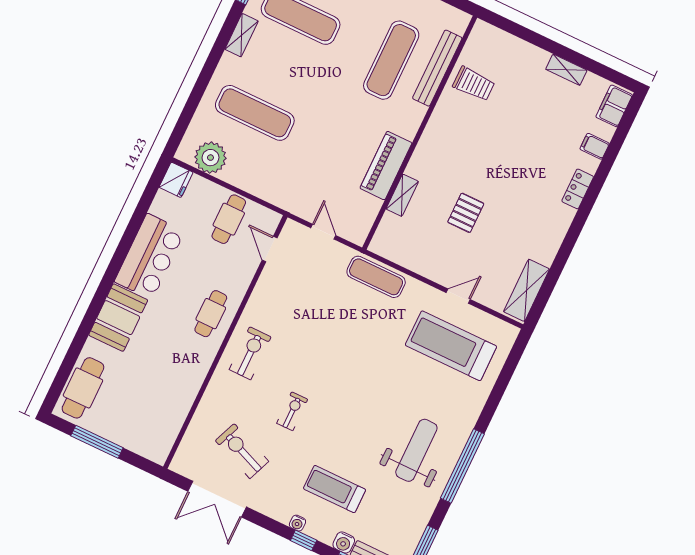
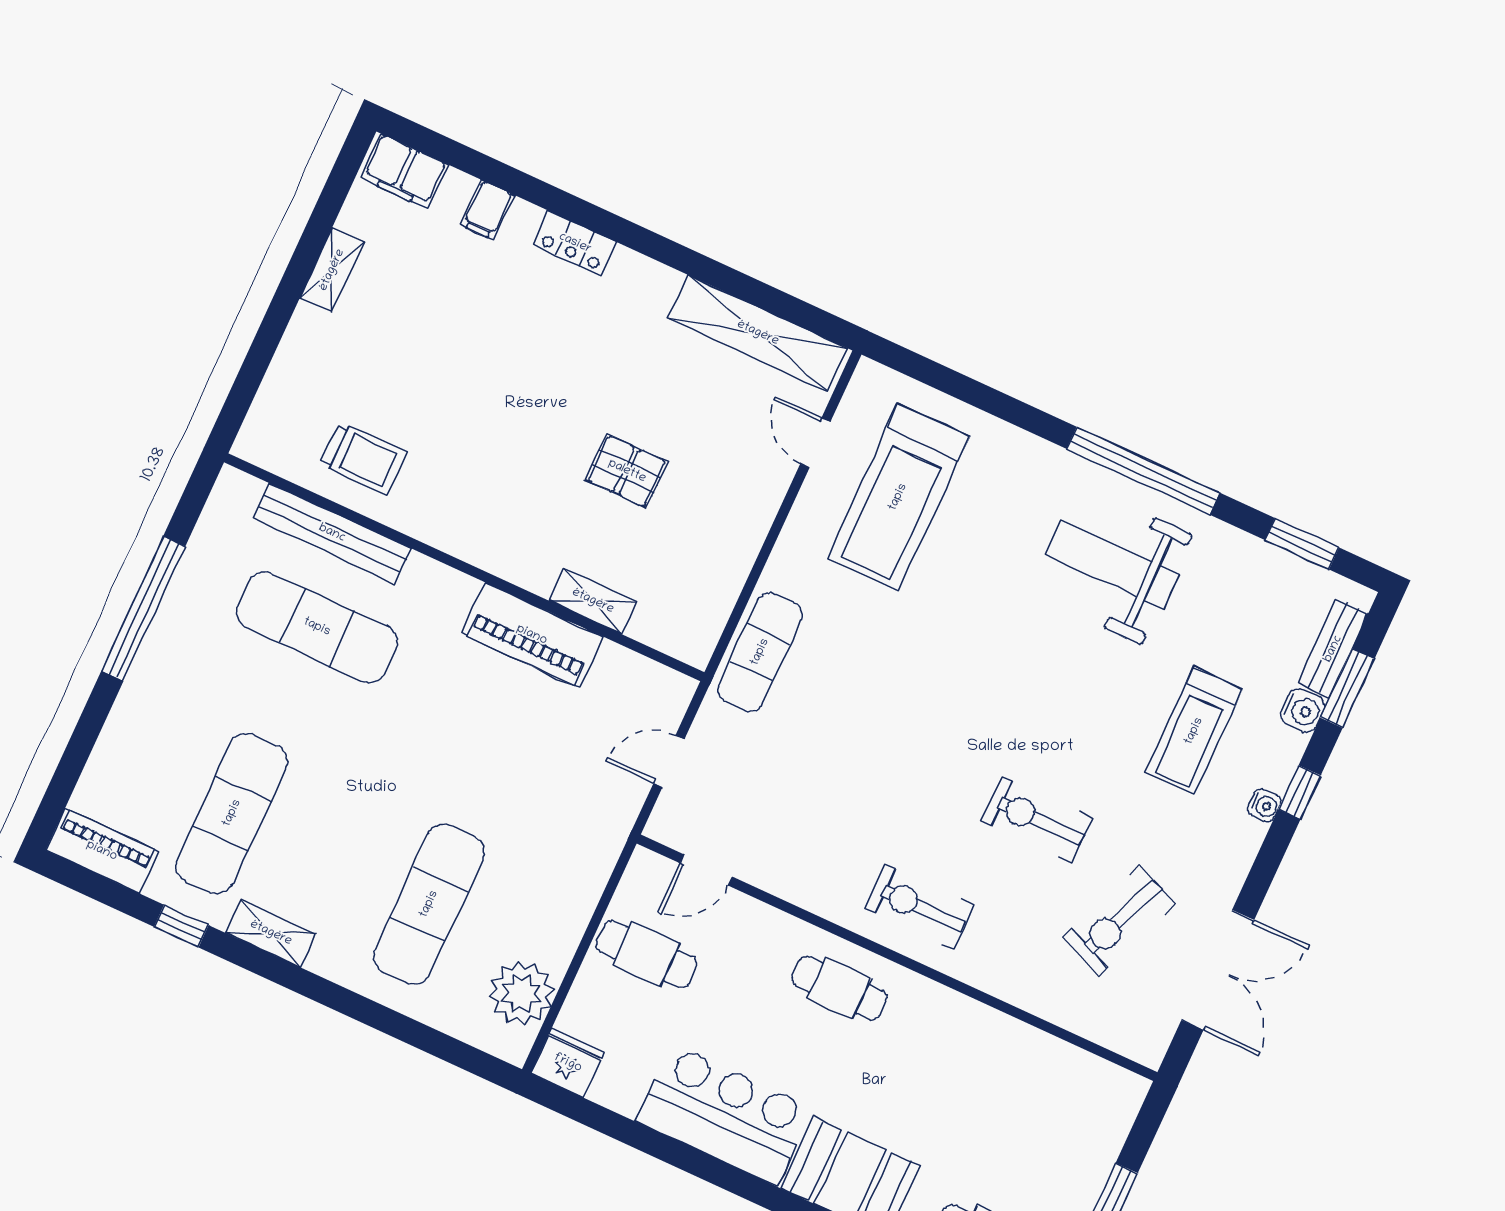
trolley: (474, 84) -> (363, 458), turned 90
shelving: (527, 290) -> (758, 333), width x1.47
door: (458, 296) -> (815, 443), moved
exercise bike: (292, 411) -> (1036, 819), width x1.38, depth x1.39

